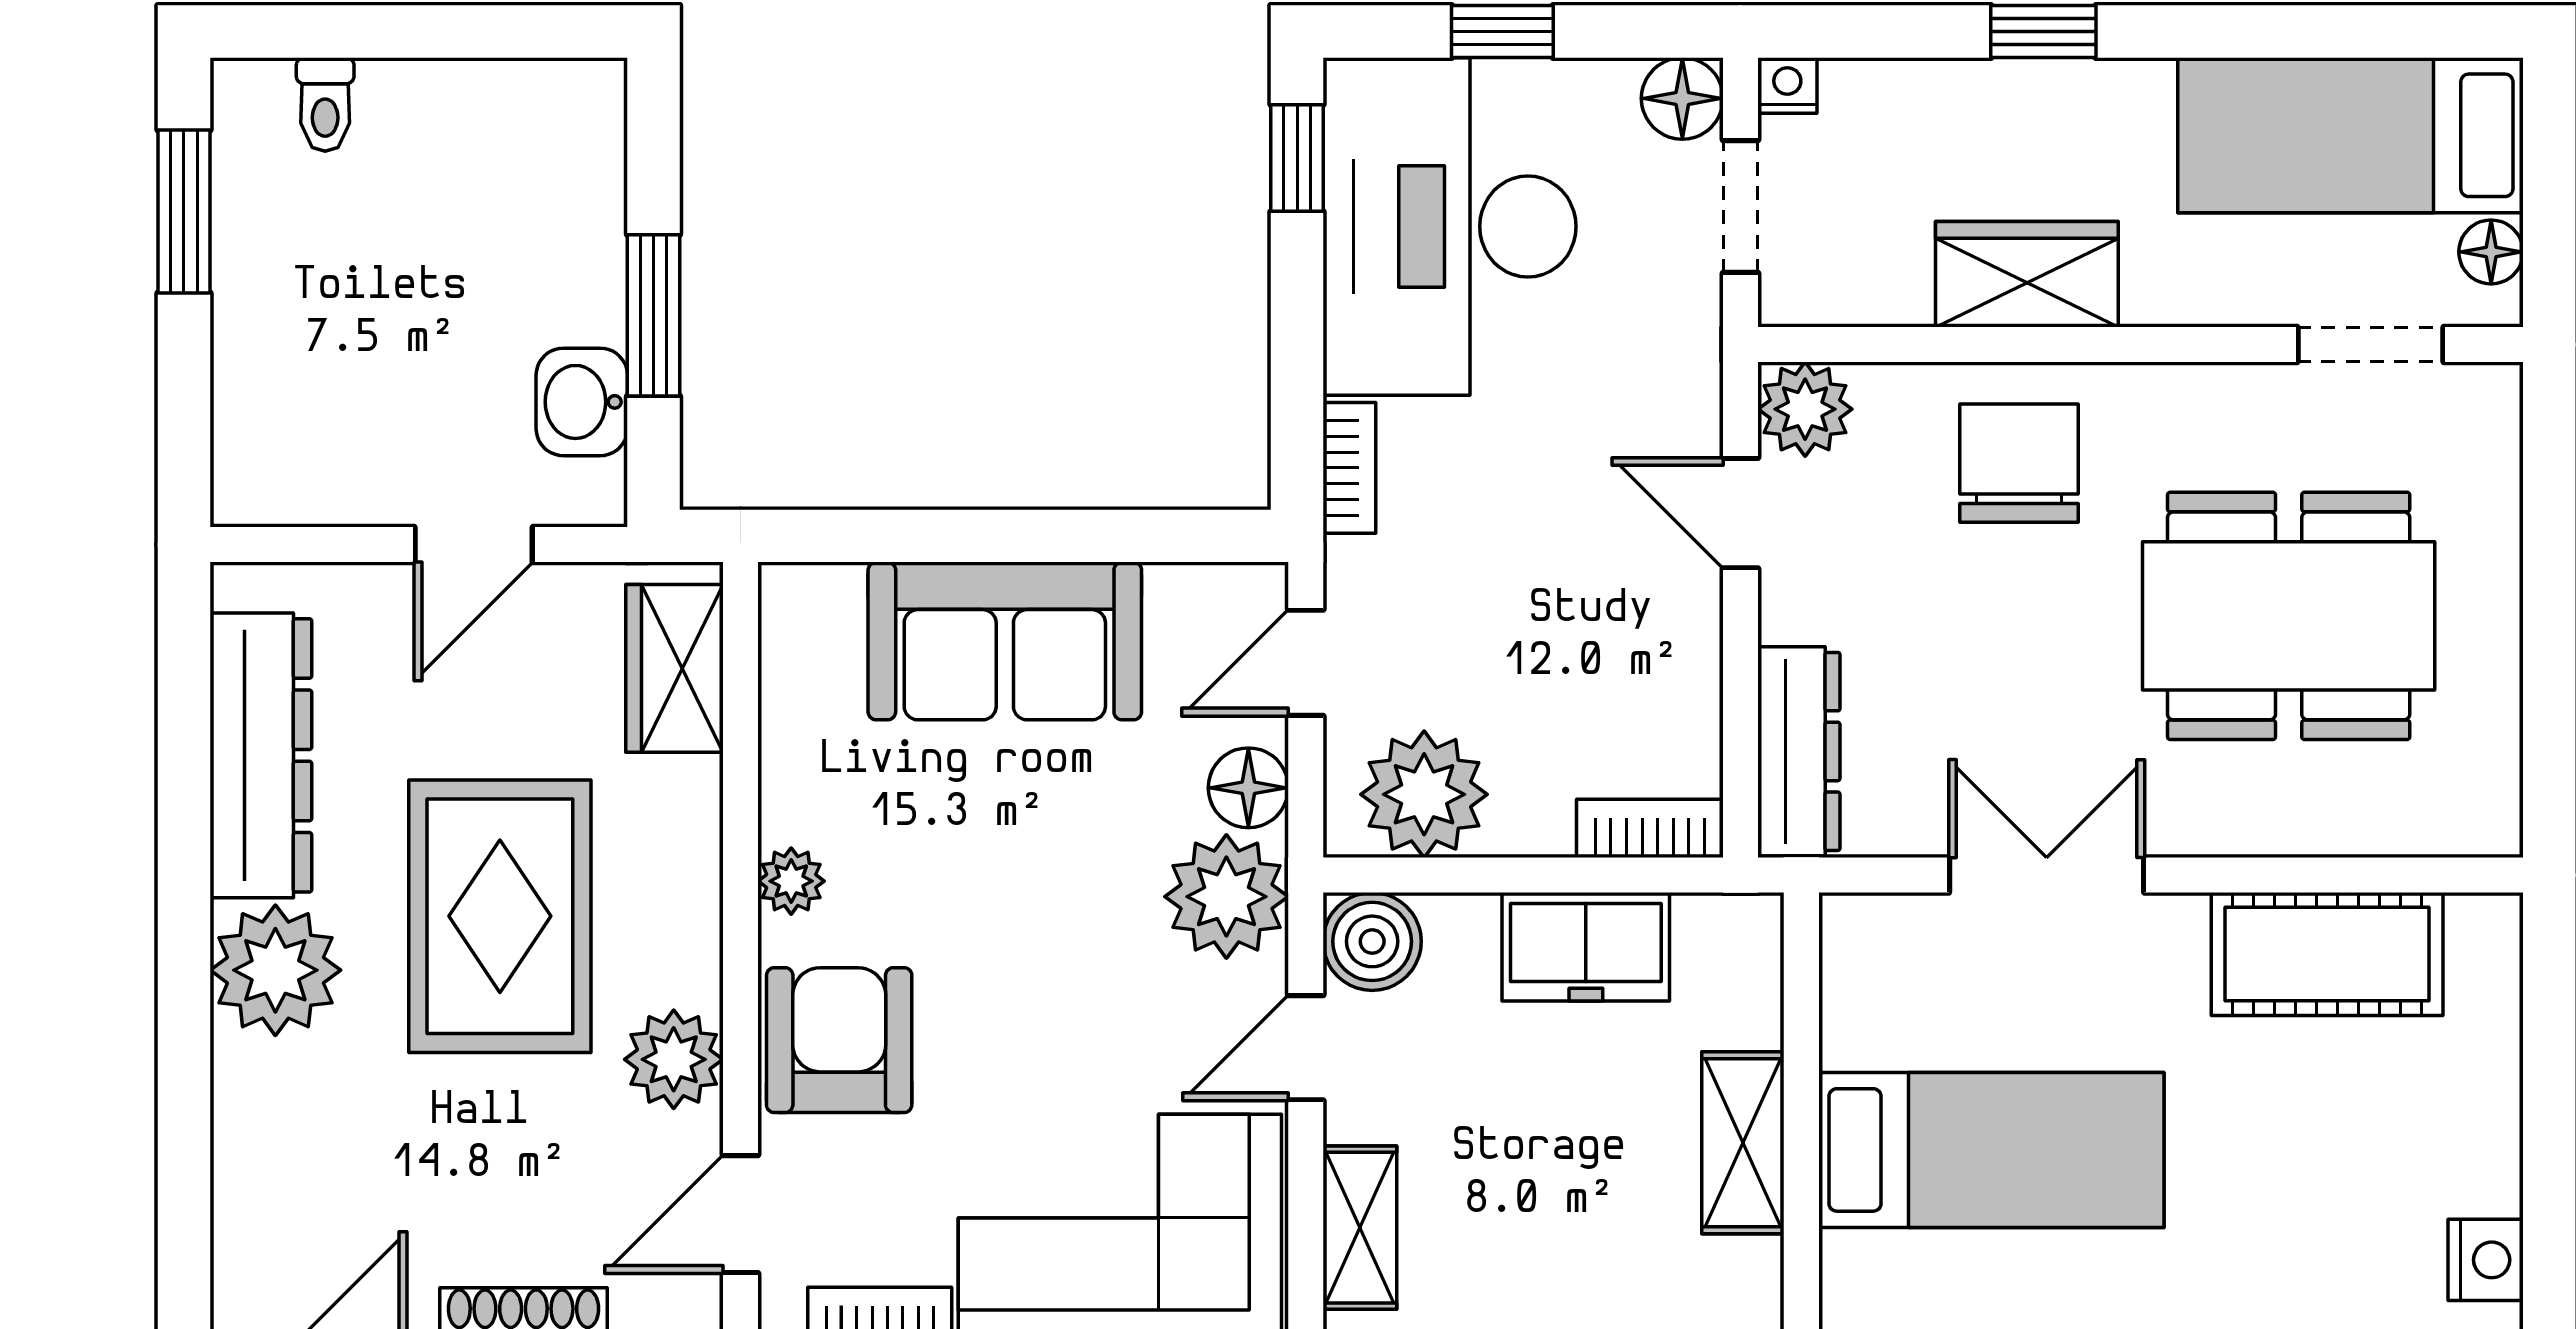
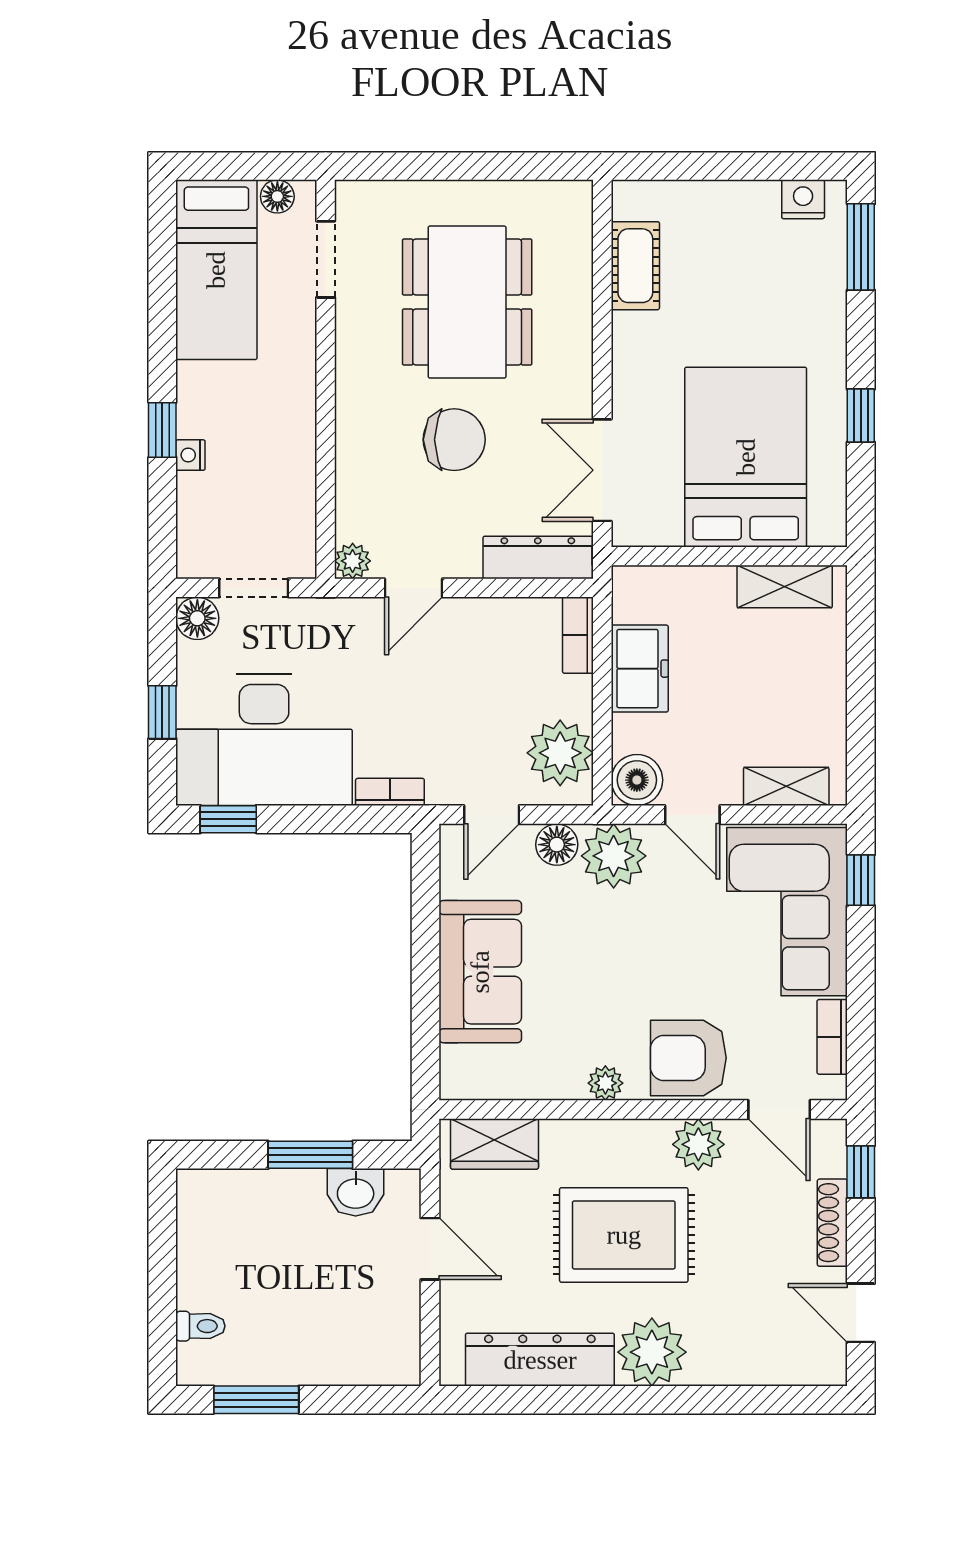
nightstand: (1787, 85) -> (190, 455), moved
wardrobe: (2027, 274) -> (289, 439), removed
plant: (1805, 409) -> (353, 561), width x0.73, depth x0.73
chair: (2019, 463) -> (454, 440), moved, turned 180
door: (1306, 663) -> (492, 815), hinge flipped
double door: (2047, 875) -> (602, 470), moved
cot: (2327, 954) -> (635, 266), width x0.73, depth x0.75
shelving: (1743, 1143) -> (785, 587), moved
bed: (1991, 1150) -> (746, 457), width x1.50

